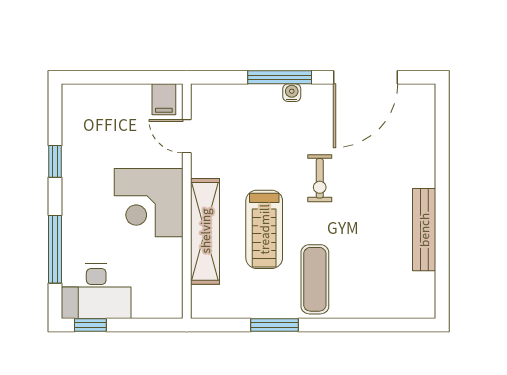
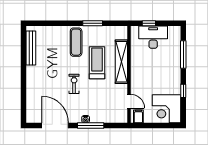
door: (365, 77) -> (55, 125), hinge flipped
corner desk: (149, 203) -> (166, 109), moved, turned 180
bench: (424, 230) -> (31, 48), moved
desk: (96, 291) -> (153, 37), moved
window: (90, 325) -> (149, 23), moved

